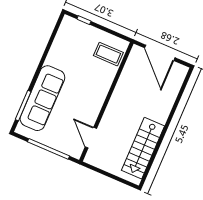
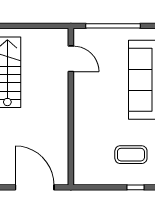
coffee table: (108, 54) -> (131, 155), moved

